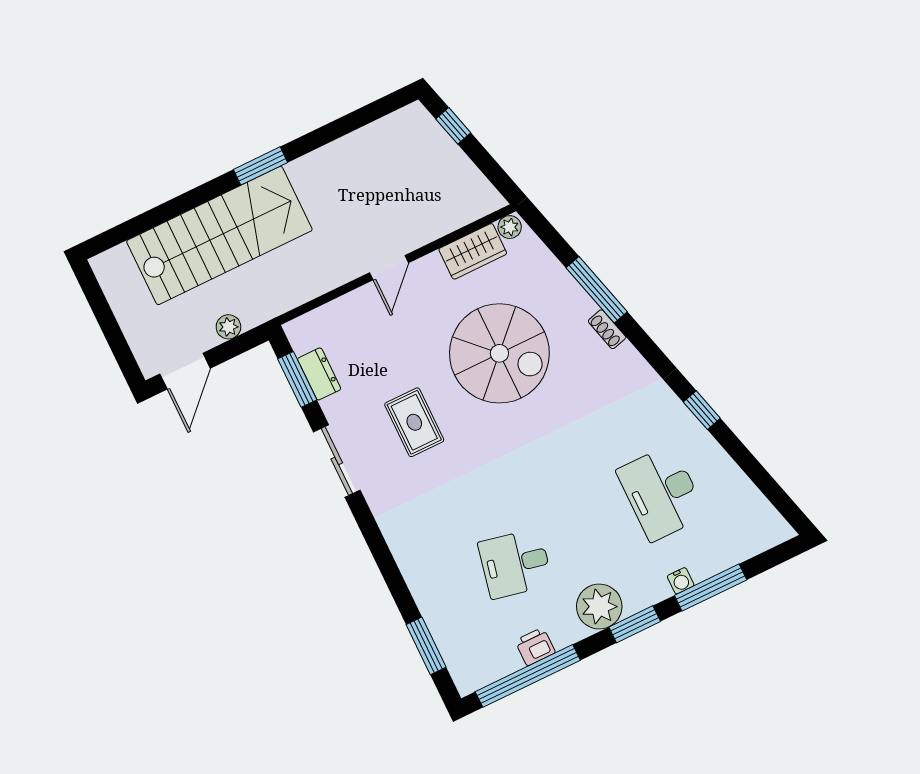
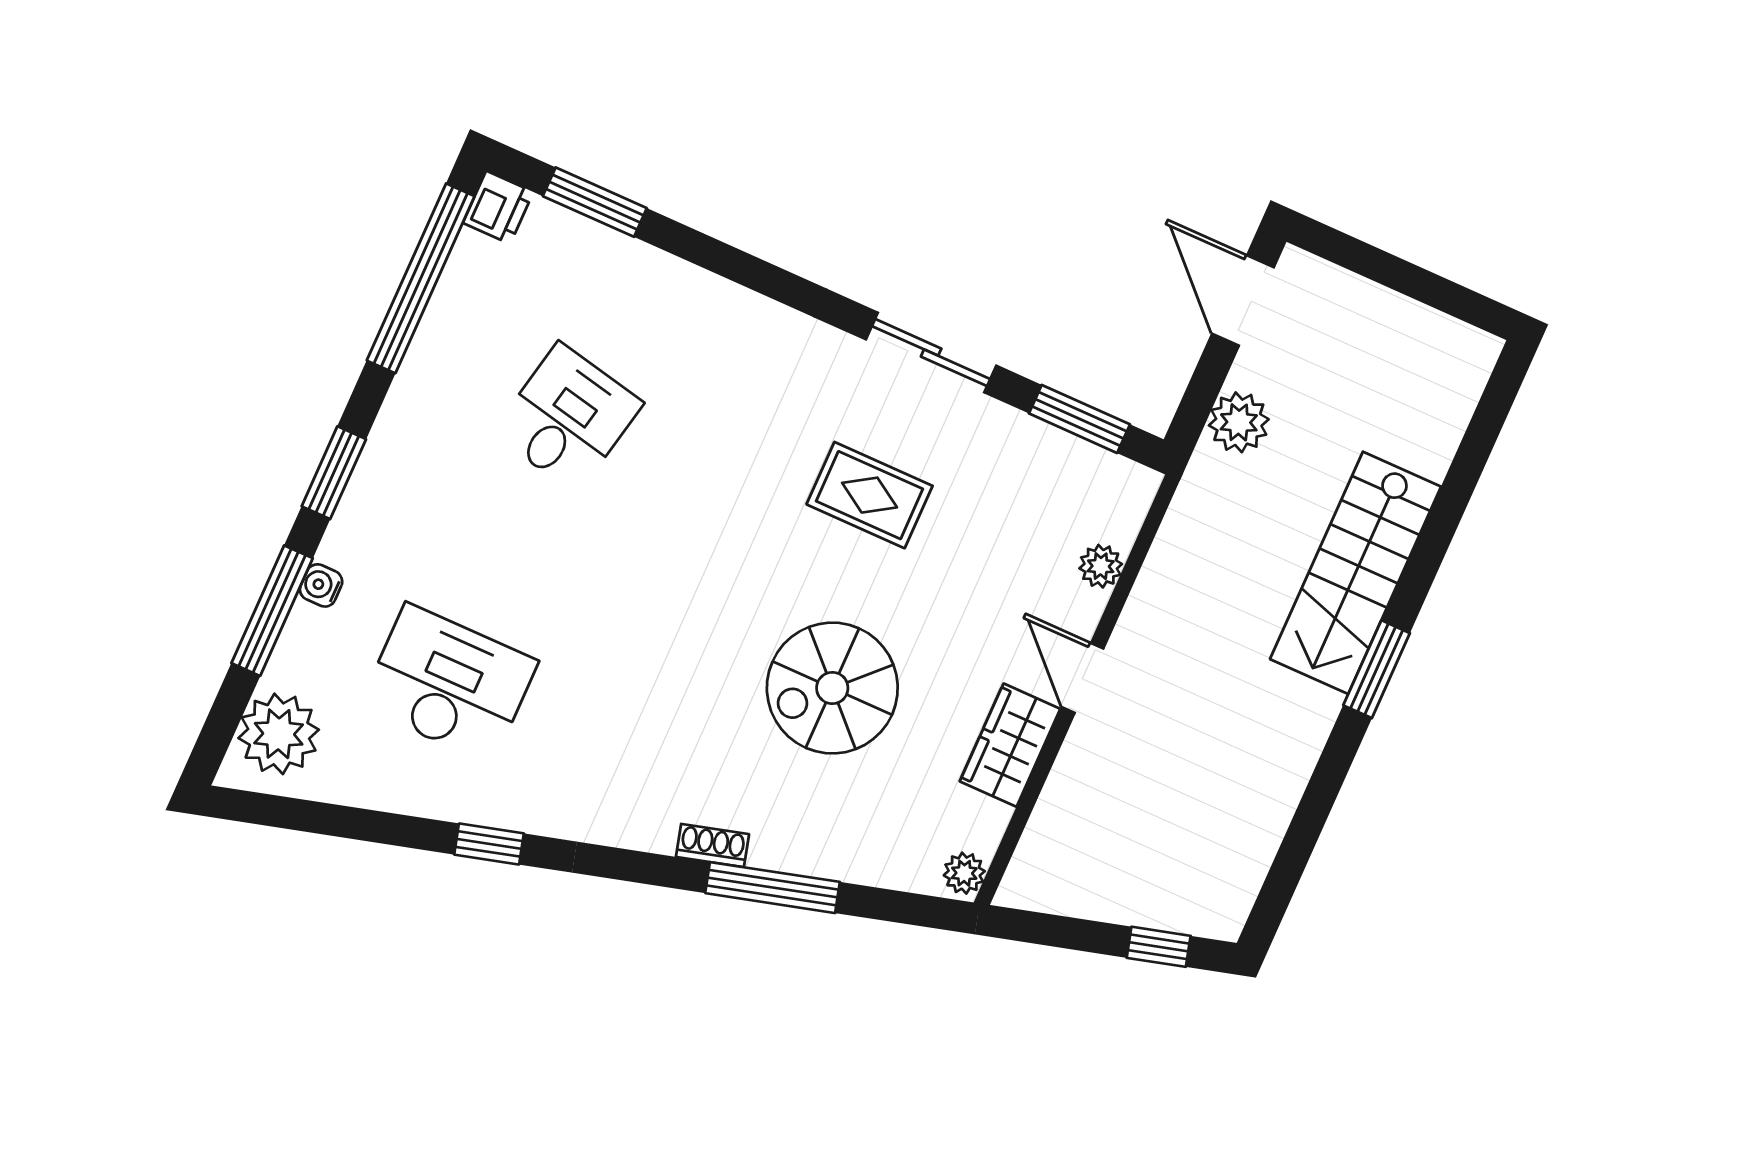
stairs: (219, 236) -> (1356, 573), width x0.73, depth x0.66
wardrobe: (473, 251) -> (1010, 745), moved
plant: (341, 309) -> (1101, 566), added
plant: (228, 327) -> (1239, 422), width x1.38, depth x1.38
spiral stairs: (499, 353) -> (832, 688), width x0.73, depth x0.73
dresser: (319, 374) -> (1056, 452), removed
plant: (599, 607) -> (279, 734), moved
printer: (535, 646) -> (498, 207), moved

